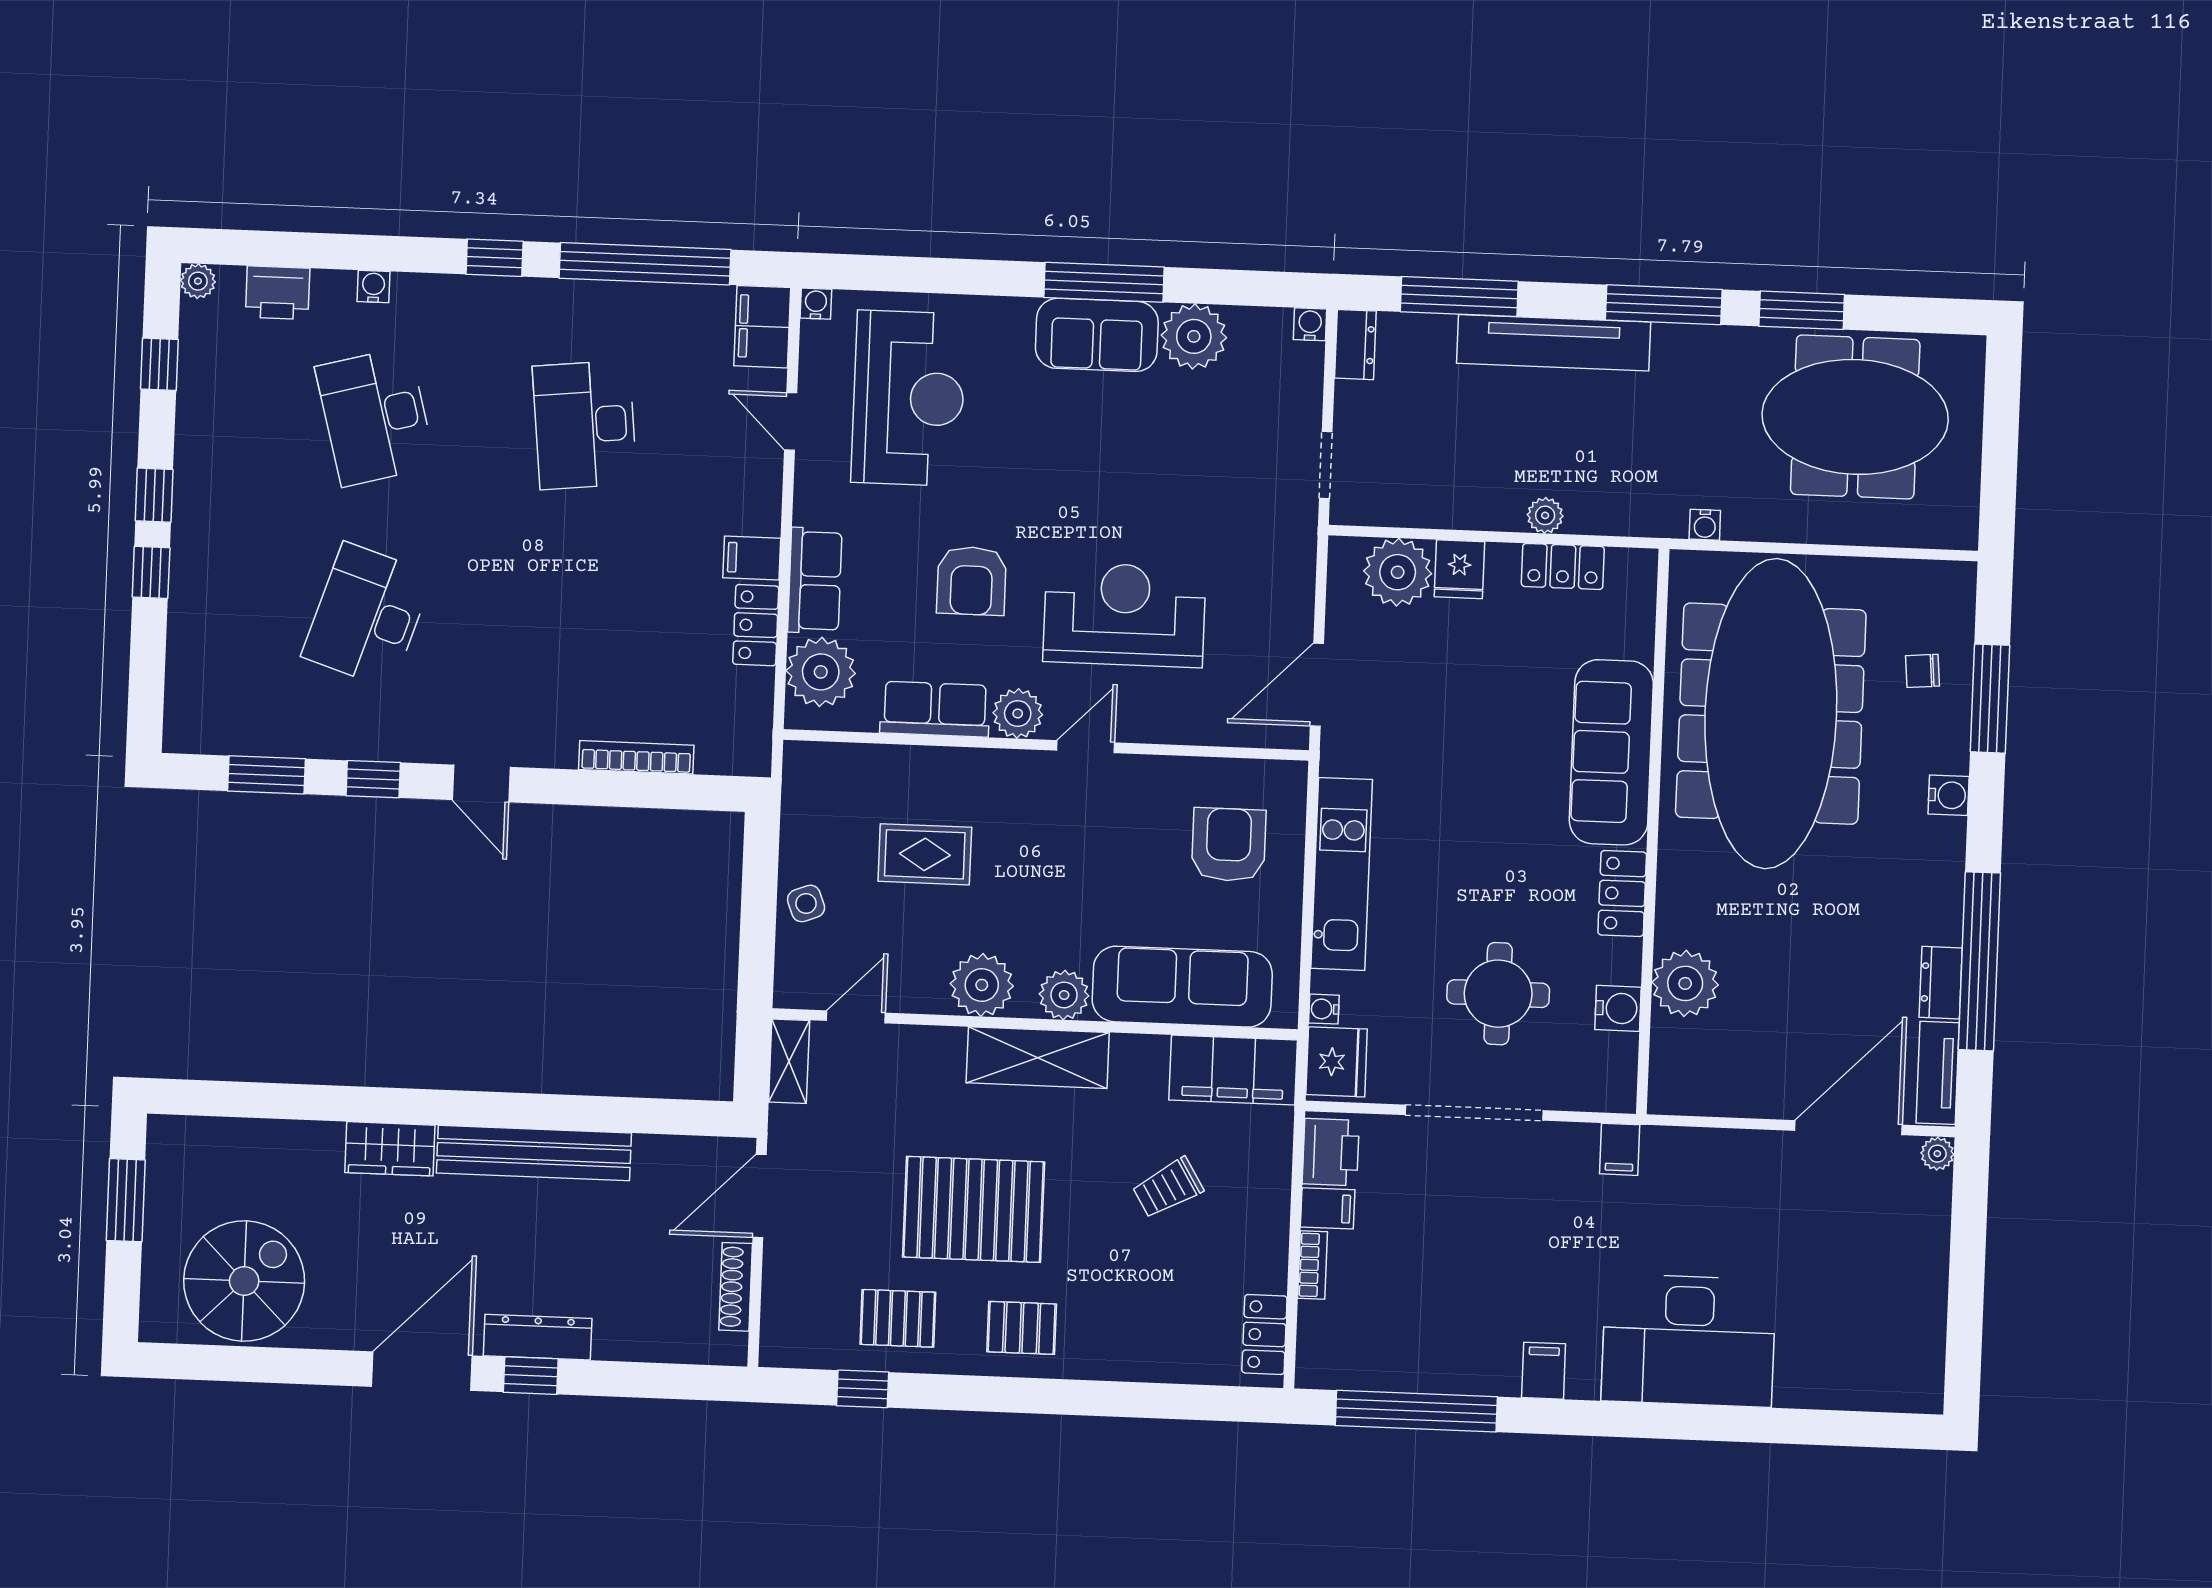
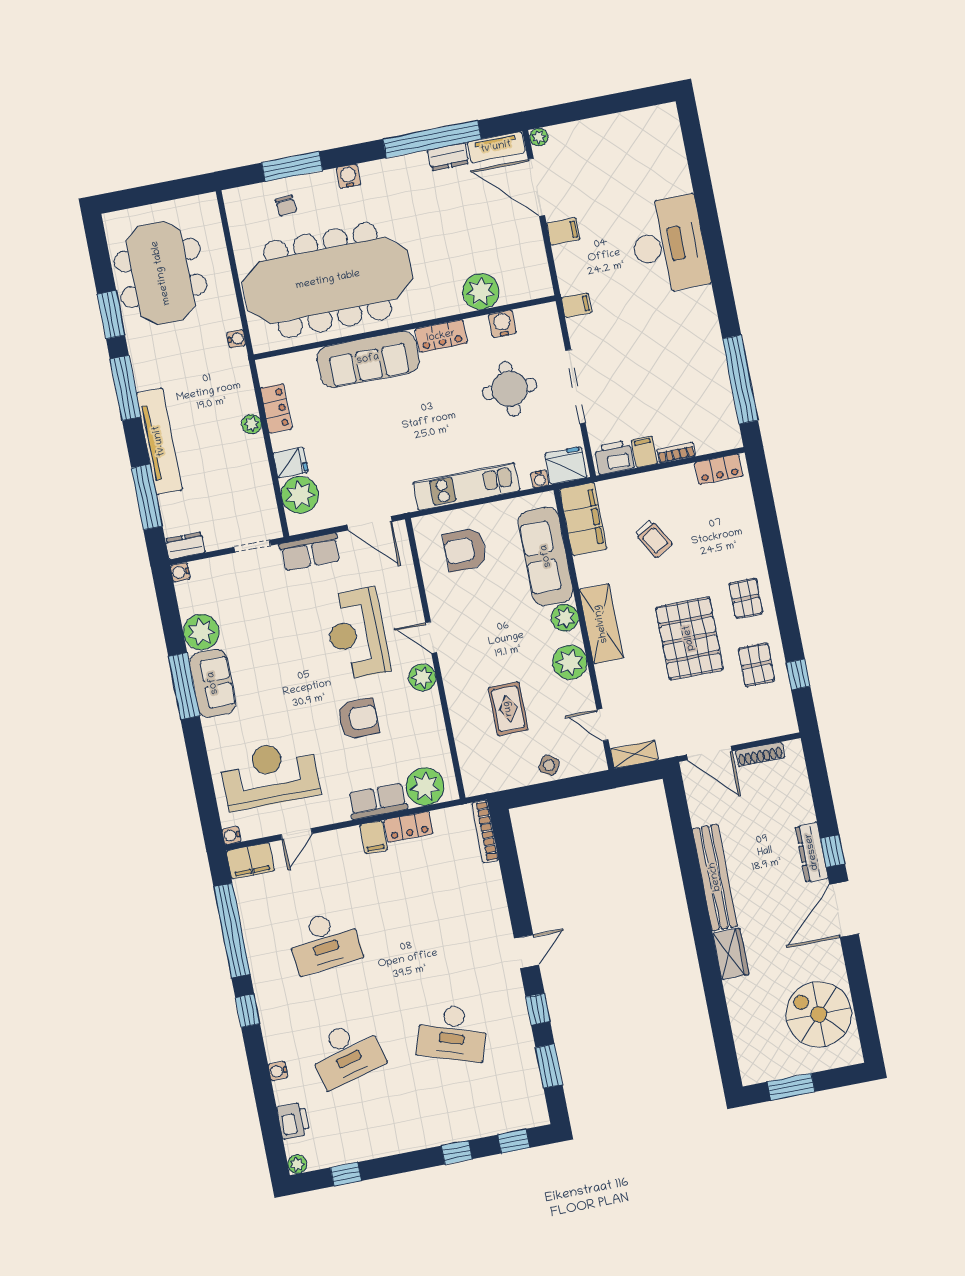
window: (154, 495) -> (514, 1141), moved
row of seats: (935, 709) -> (310, 552), moved, turned -90
bookcase: (636, 757) -> (485, 831), moved
side table: (806, 903) -> (549, 765), turned -37
door: (422, 1371) -> (844, 909), hinge flipped
filing cabinet: (1544, 1371) -> (563, 231), moved, turned 180

